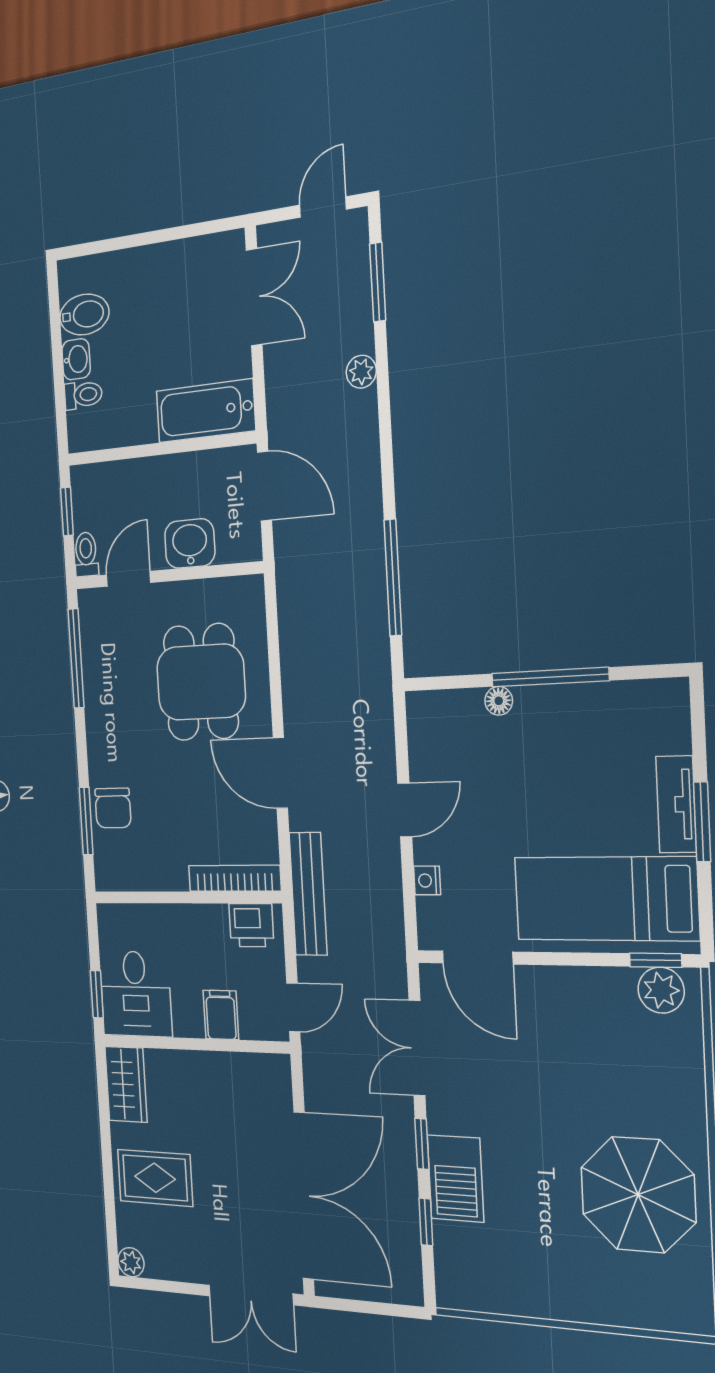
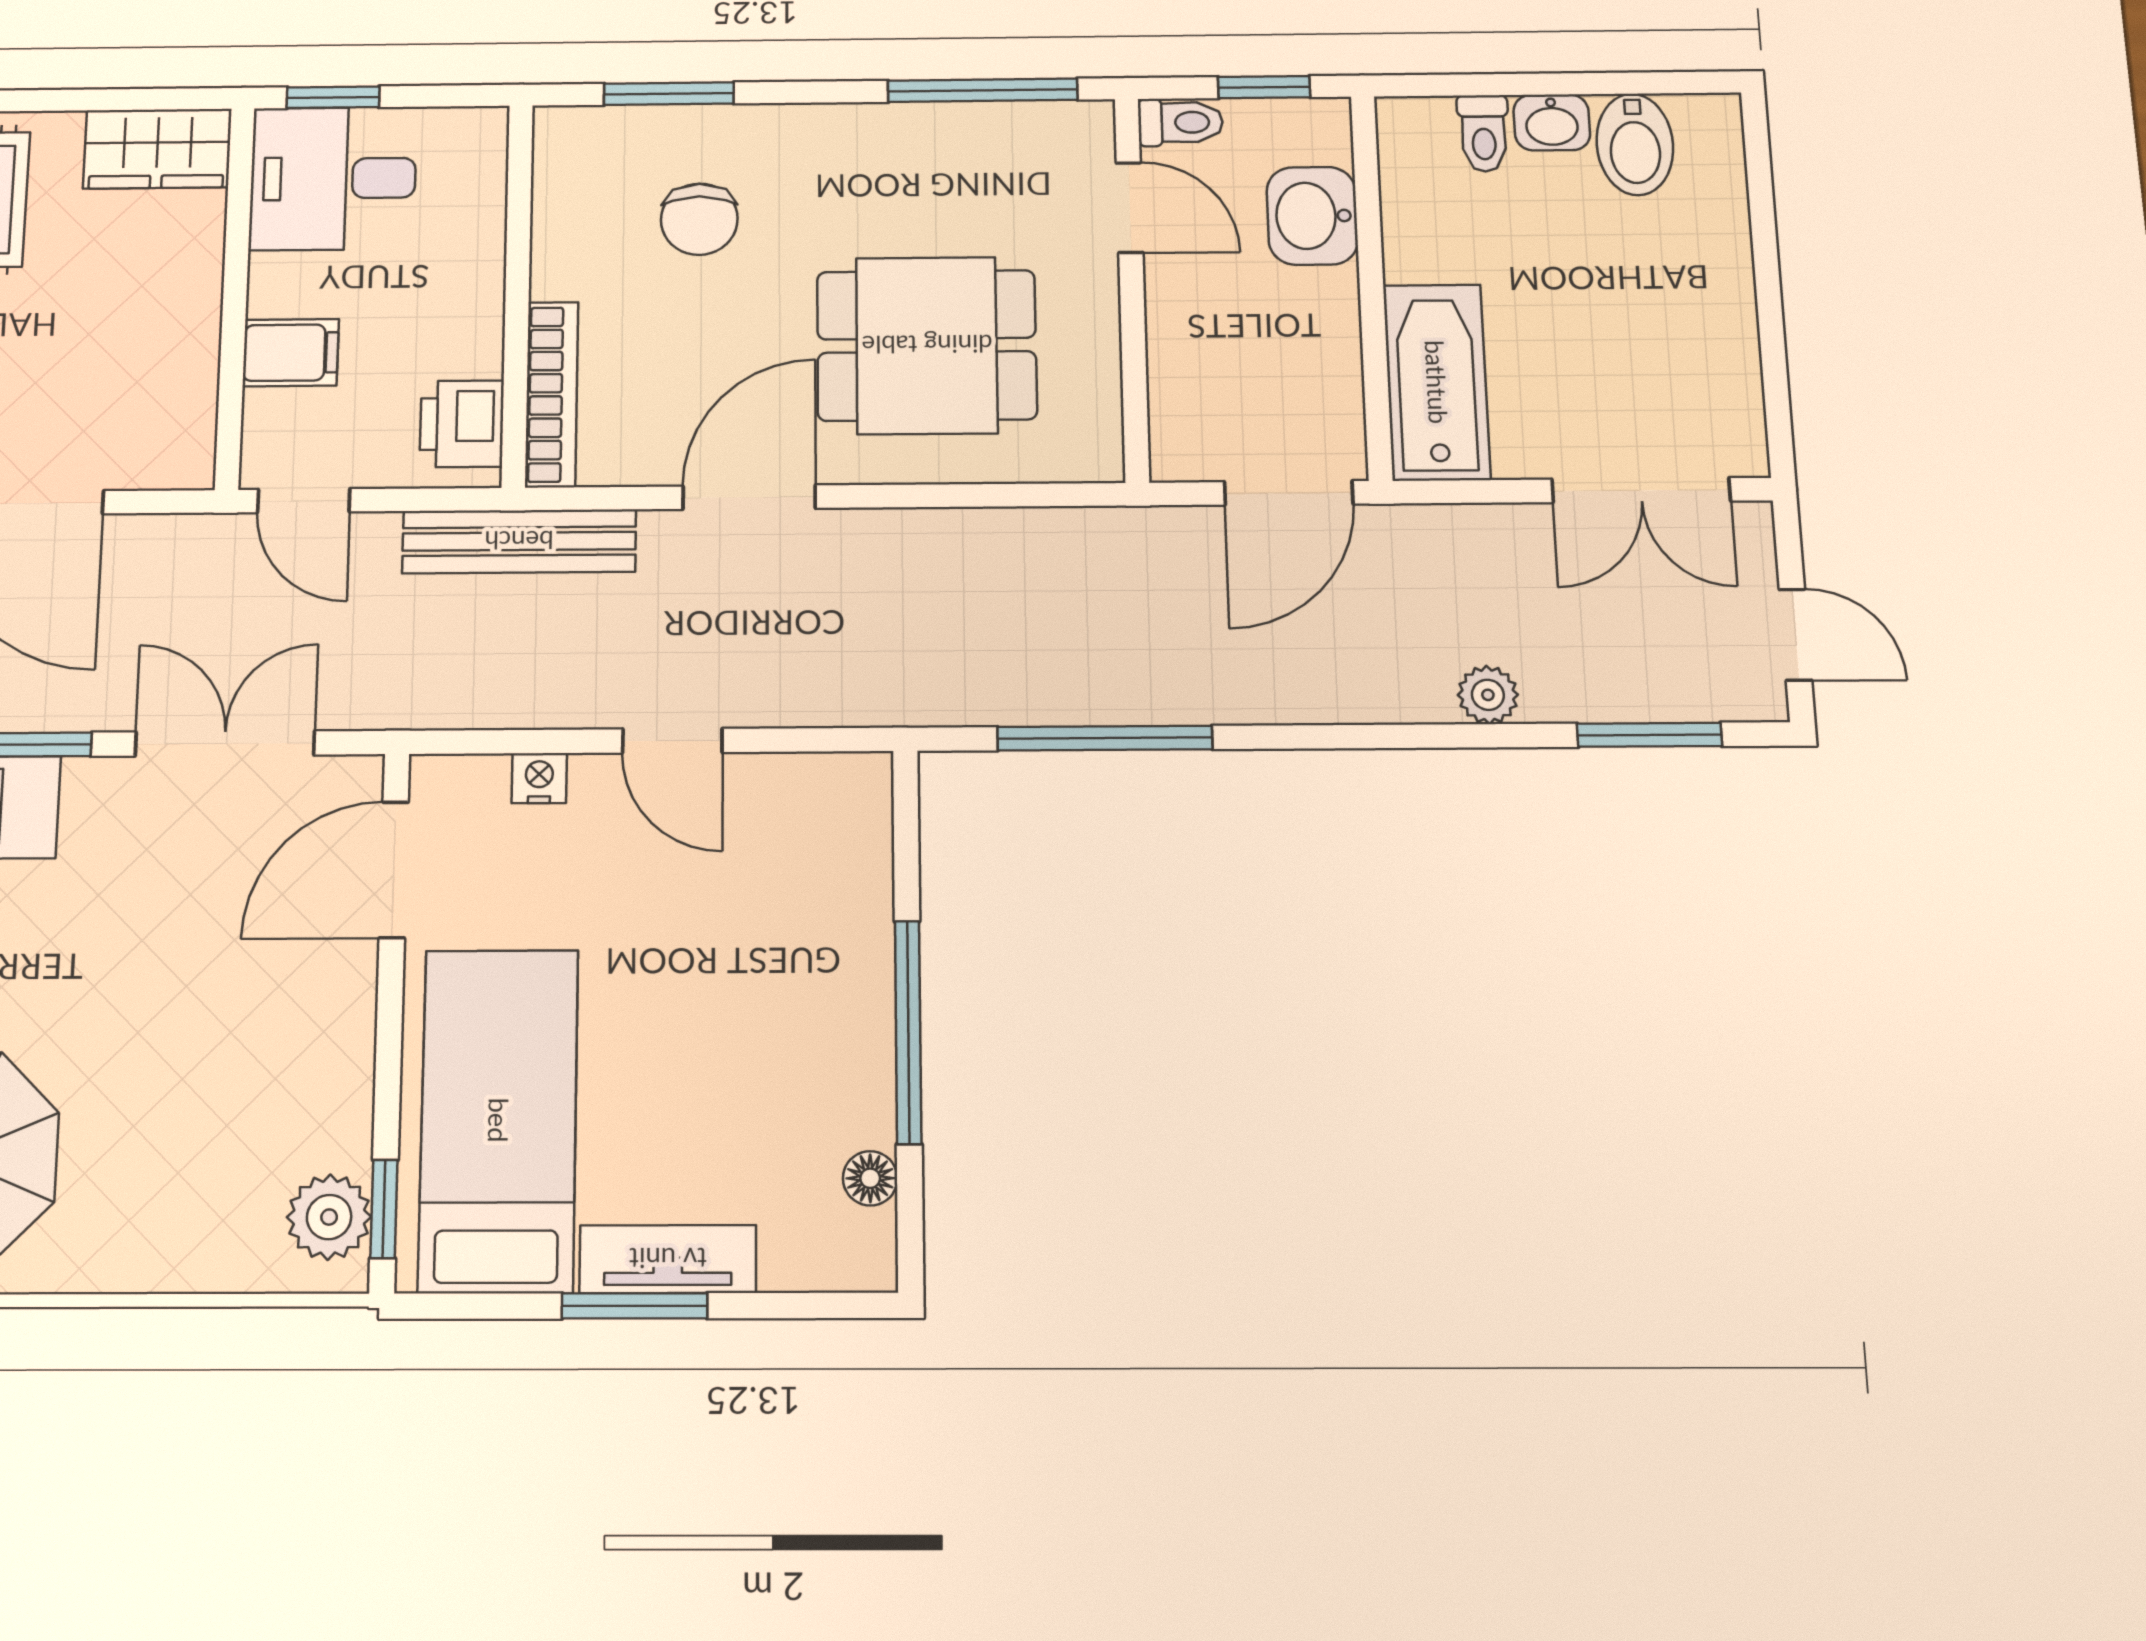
washbasin: (190, 544) -> (1312, 216), moved, turned 180
floor lamp: (499, 701) -> (870, 1178), moved
chair: (113, 808) -> (699, 219), moved, turned -90

